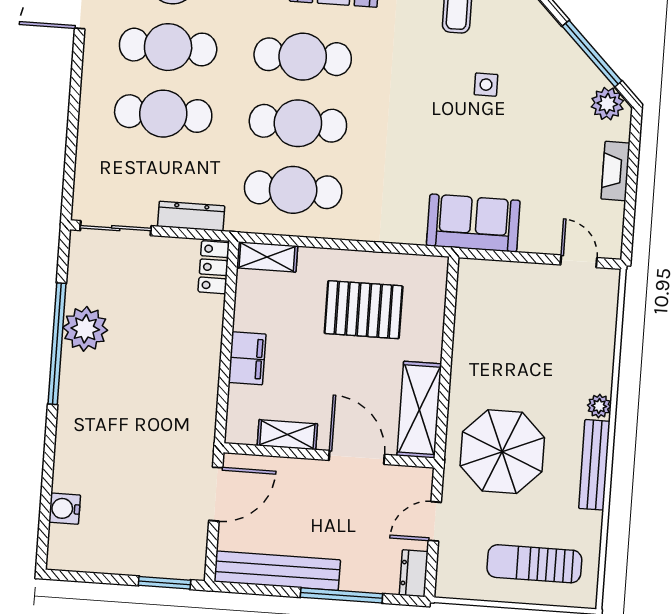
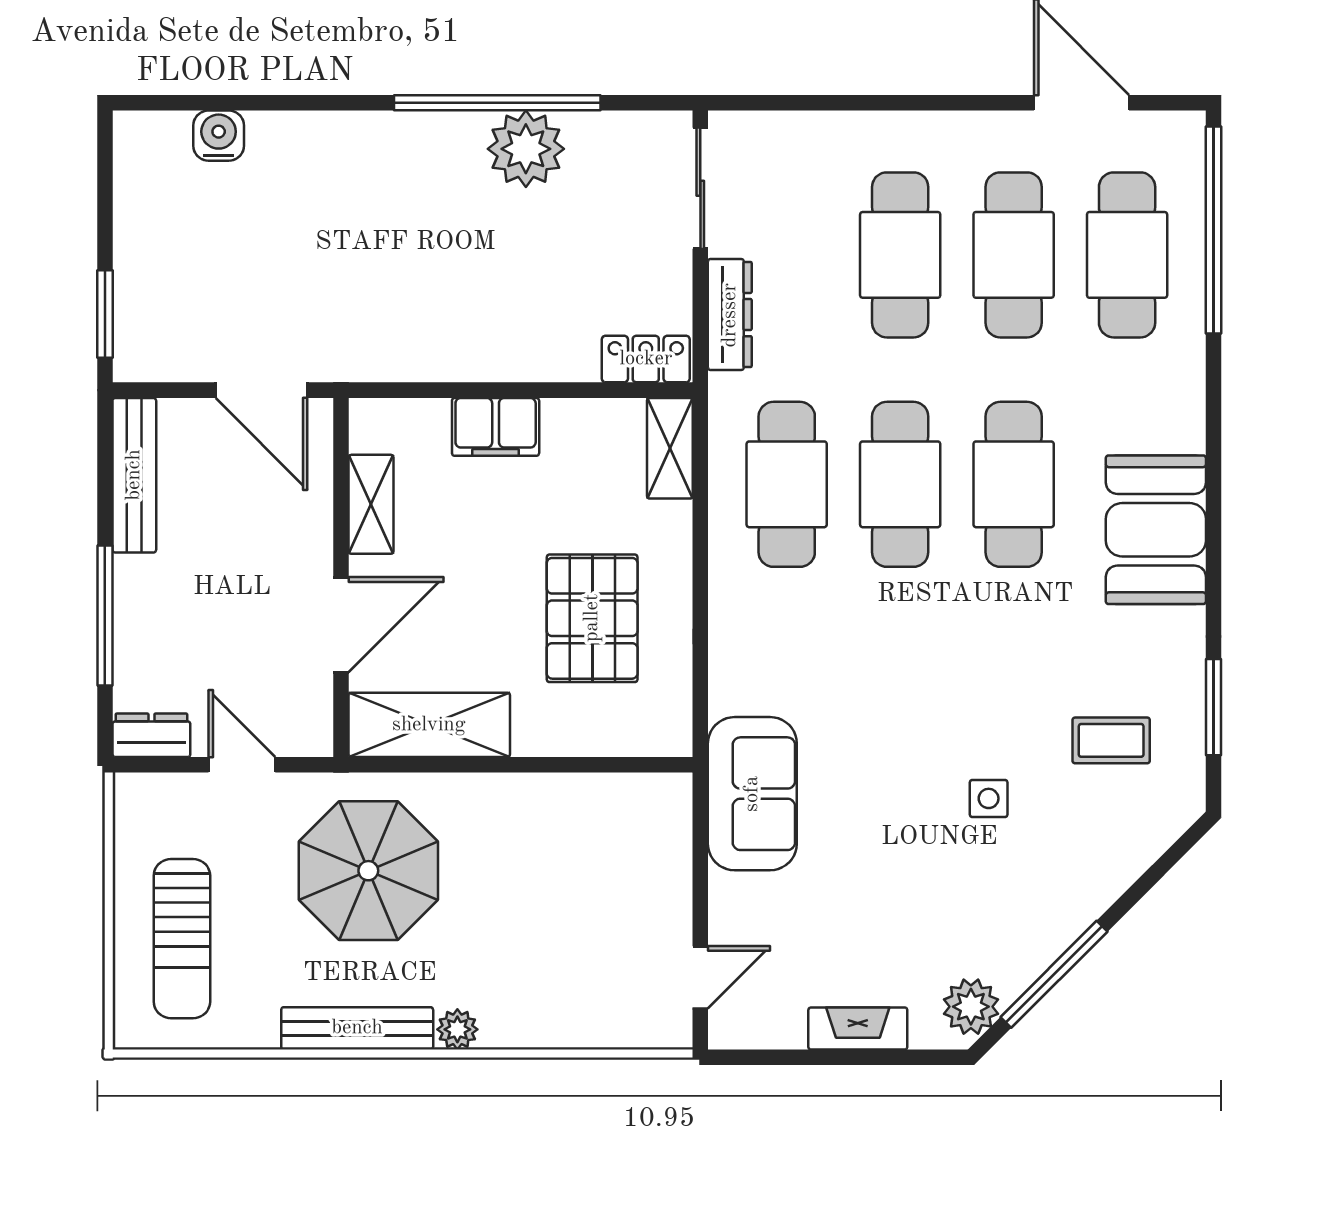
sun lounger: (534, 564) -> (182, 939), turned 180
bench: (277, 571) -> (134, 475), width x0.73, depth x0.82

